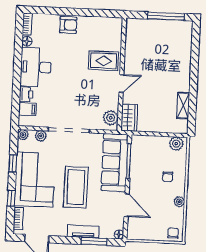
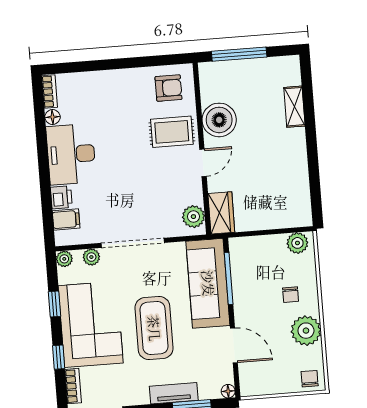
window: (166, 16) -> (239, 54), moved
armchair: (68, 25) -> (168, 88), moved
boiler: (135, 57) -> (219, 120), added
shelving: (183, 106) -> (294, 107), moved
plant: (179, 202) -> (306, 331), width x1.88, depth x1.88

